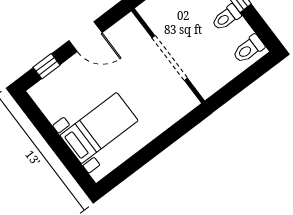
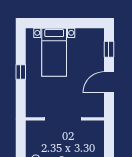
window: (152, 150) -> (21, 72), added

